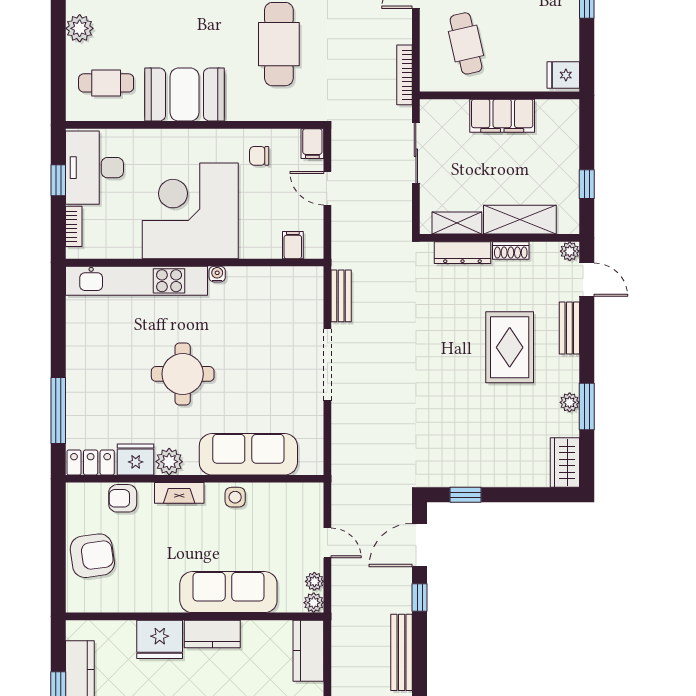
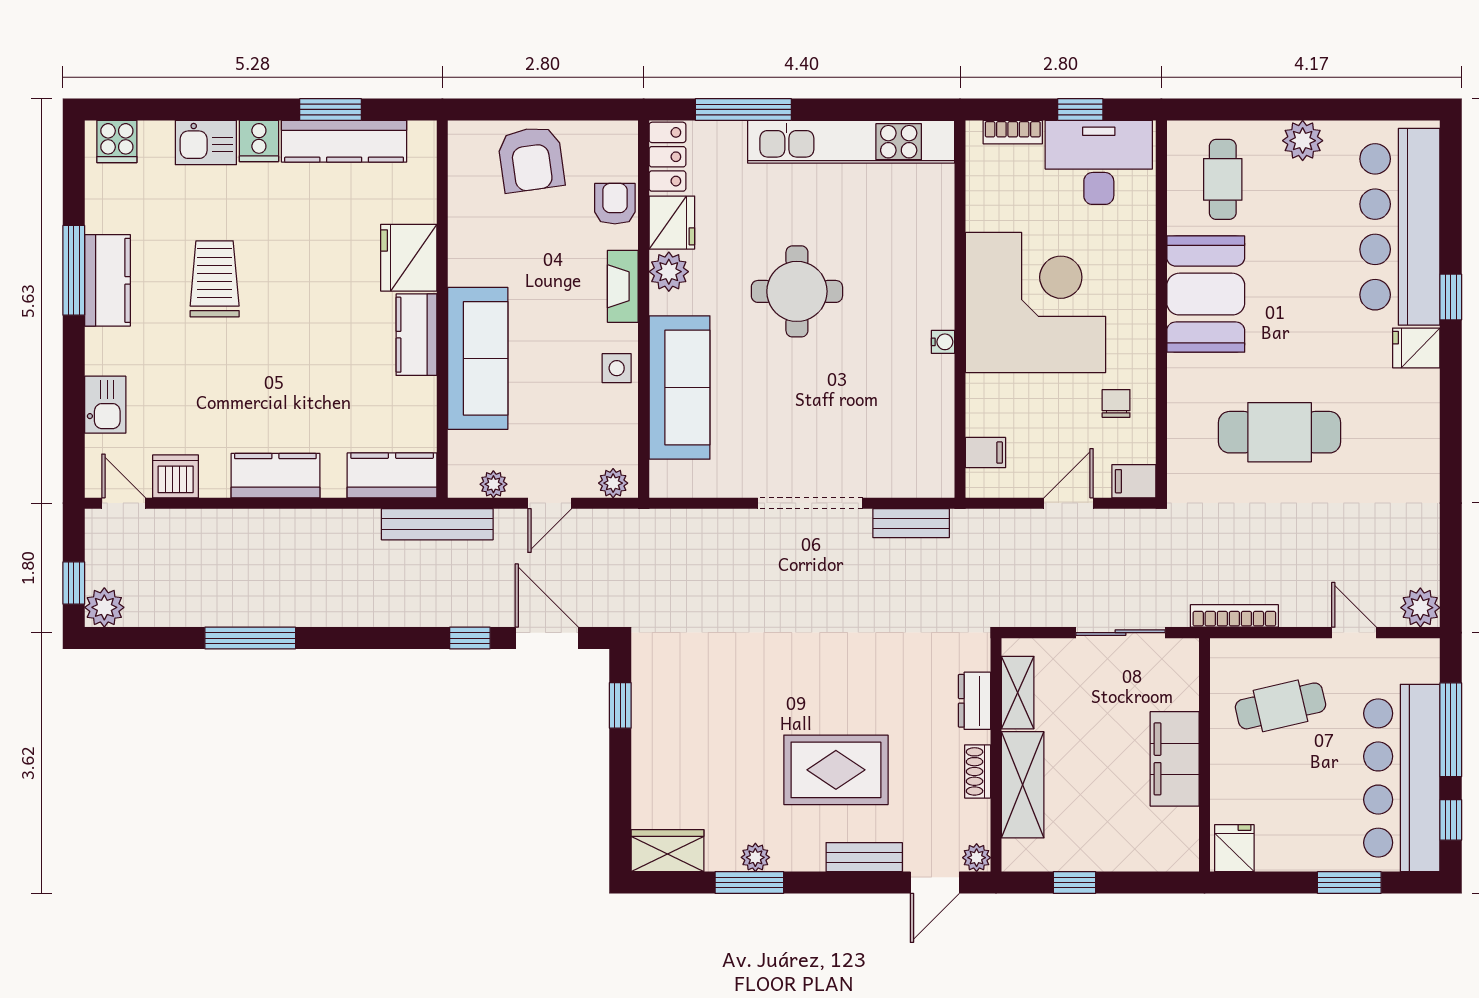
dresser: (462, 253) -> (974, 701), width x0.70
kitchen unit: (136, 281) -> (851, 142), moved, turned -90
plant: (314, 603) -> (613, 483), moved
bench: (402, 652) -> (437, 524), moved

